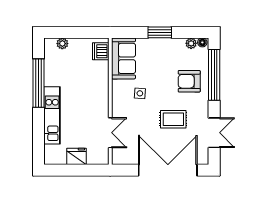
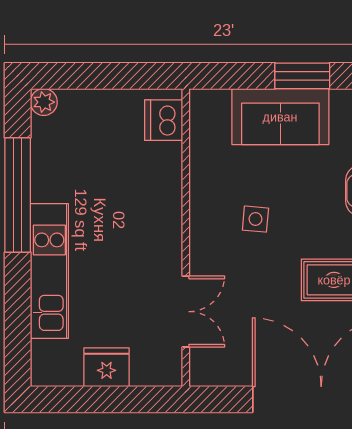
plant: (62, 44) -> (44, 102), moved
sofa: (123, 58) -> (280, 117), moved, turned 90

